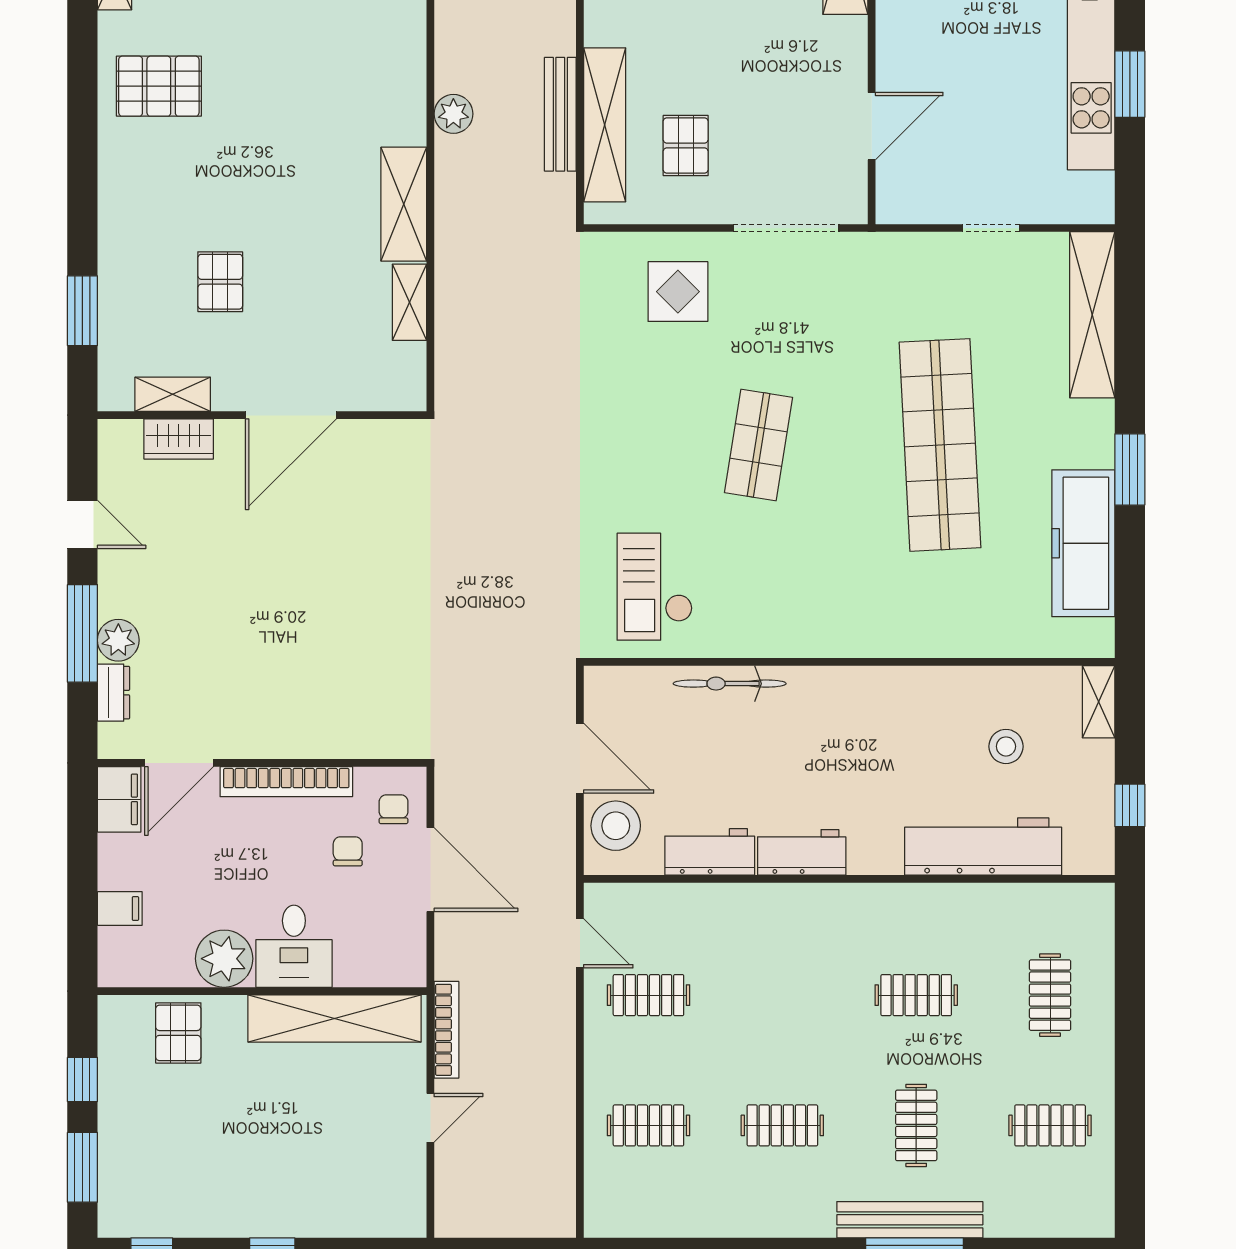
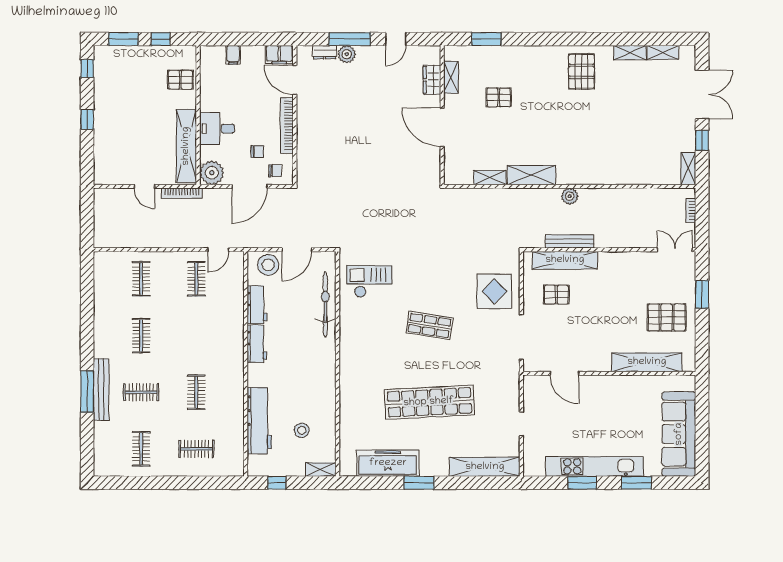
display table: (678, 292) -> (494, 291), width x1.36, depth x1.36
bicycle: (730, 684) -> (325, 304), width x1.37, depth x1.40
plant: (224, 959) -> (212, 173), moved

